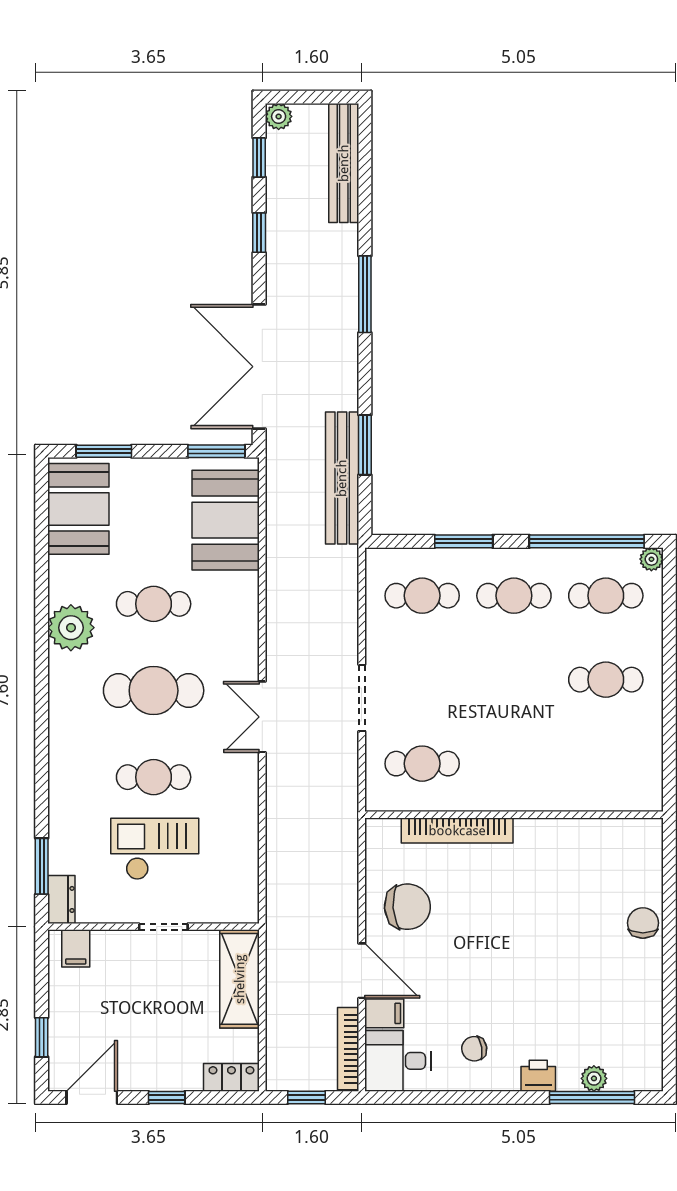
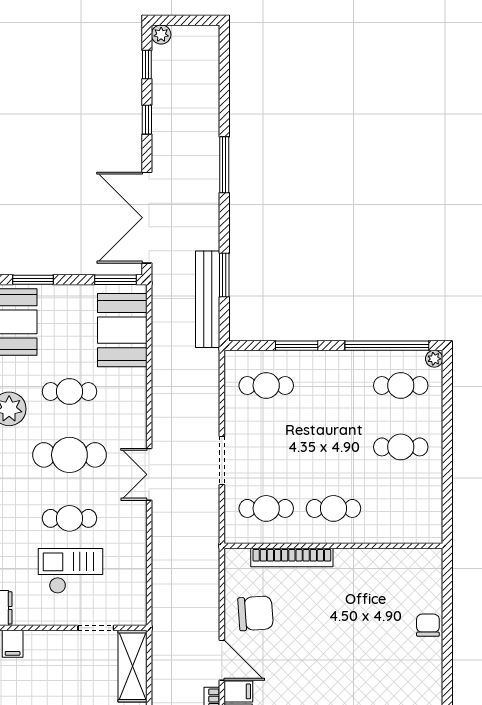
bench: (344, 163) -> (209, 68), removed
cafe table: (514, 596) -> (333, 508), moved
doorway: (163, 927) -> (96, 628), moved

